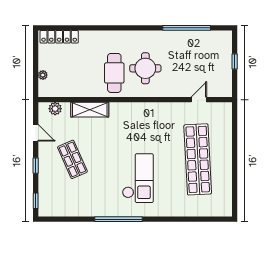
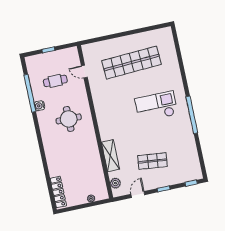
water cooler: (169, 36) -> (39, 106), added
cafe table: (114, 73) -> (55, 81), moved, width x0.73, depth x0.74
shop shelf: (72, 159) -> (152, 161), turned 30

